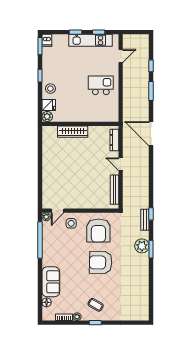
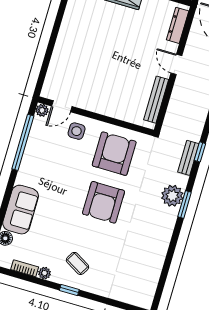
armchair: (98, 230) -> (114, 154), turned 180
armchair: (101, 262) -> (104, 202), turned -91

